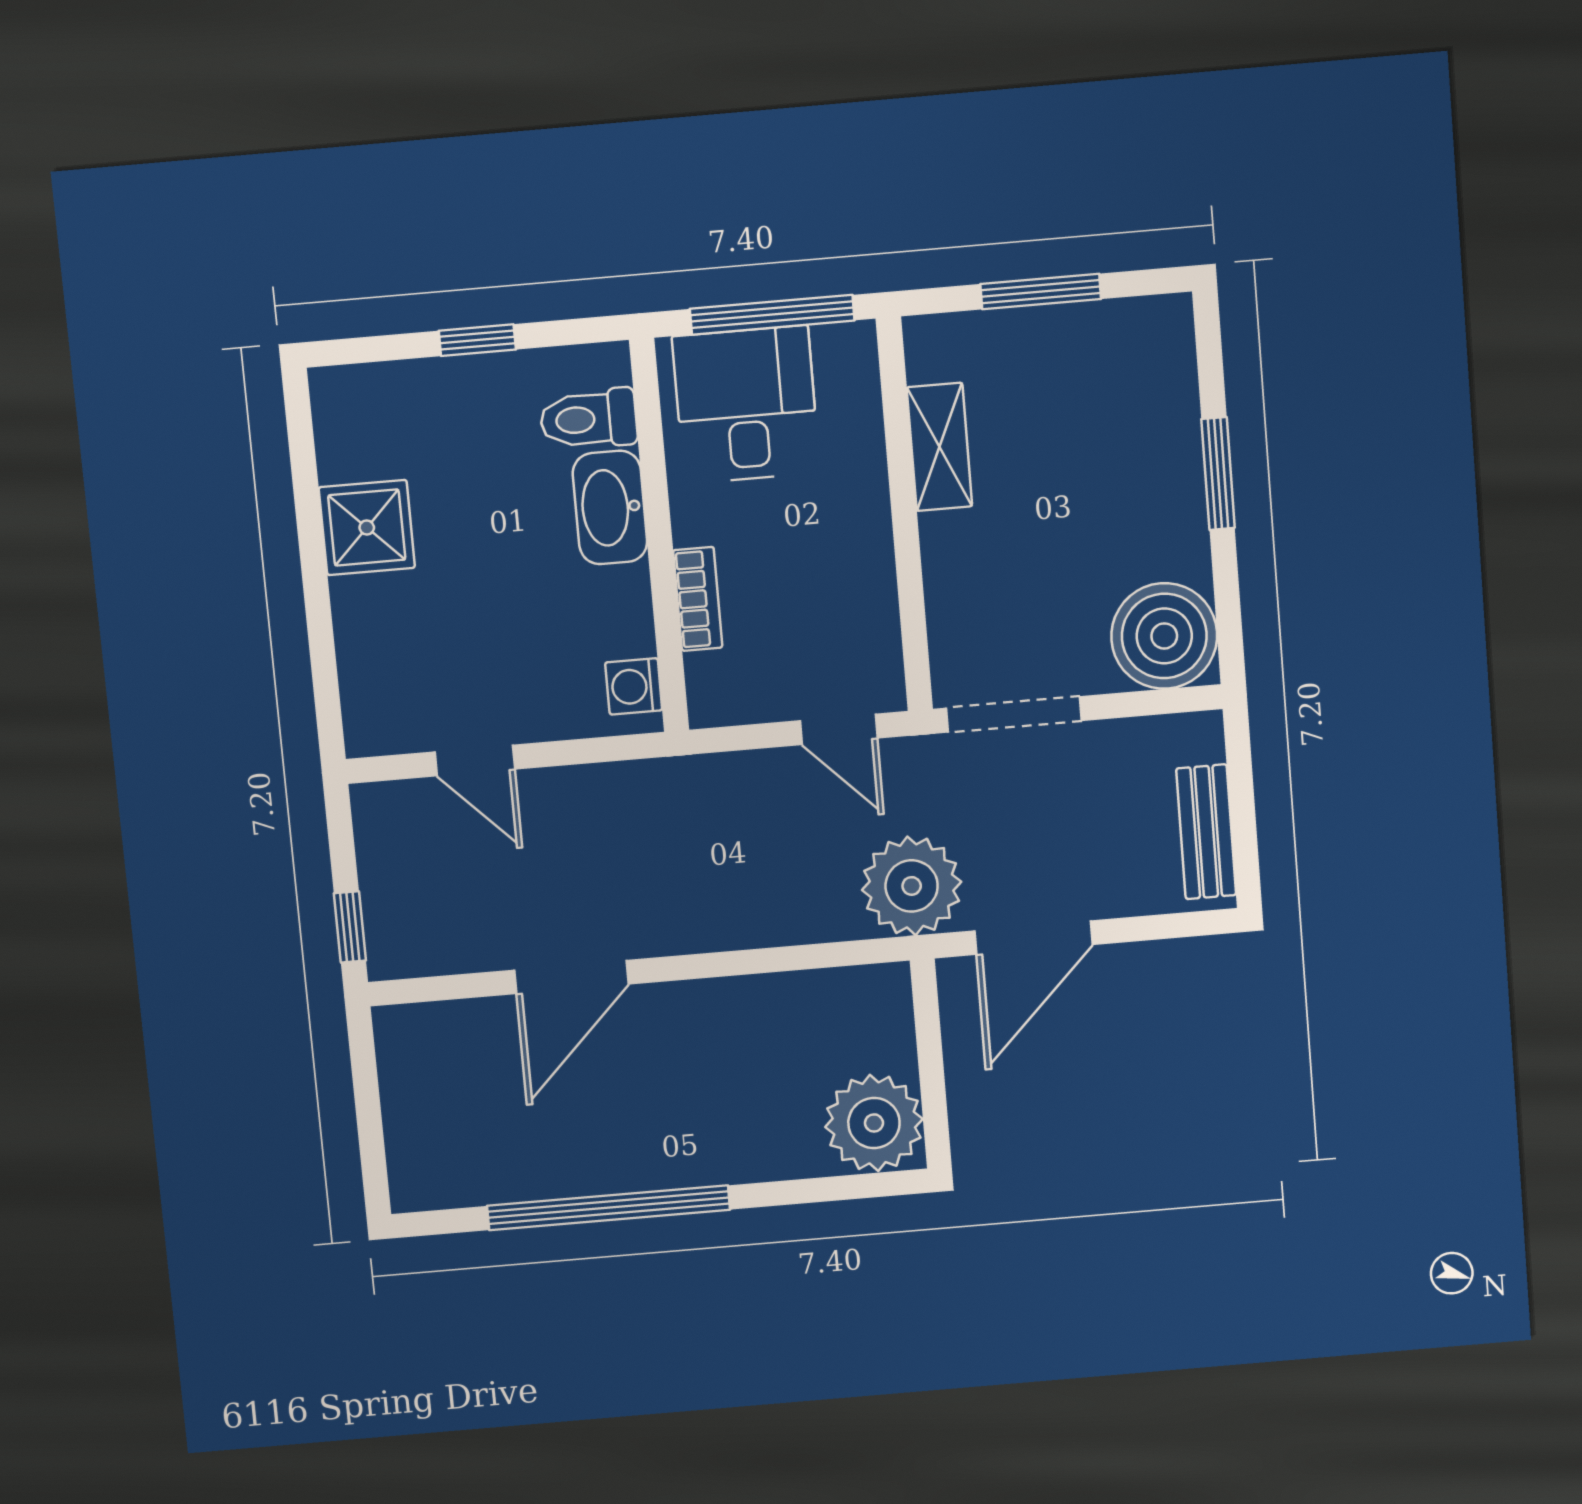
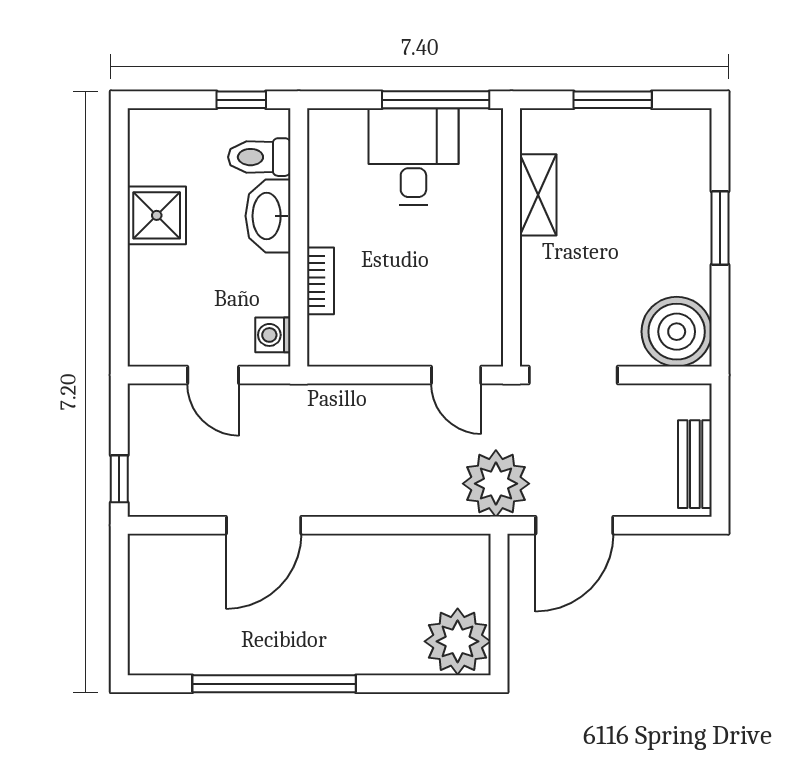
toilet: (589, 419) -> (259, 157), moved
washbasin: (610, 507) -> (268, 216), moved
wall: (659, 536) -> (299, 237), moved
bookcase: (698, 599) -> (320, 281), moved
washing machine: (634, 686) -> (273, 335), moved

